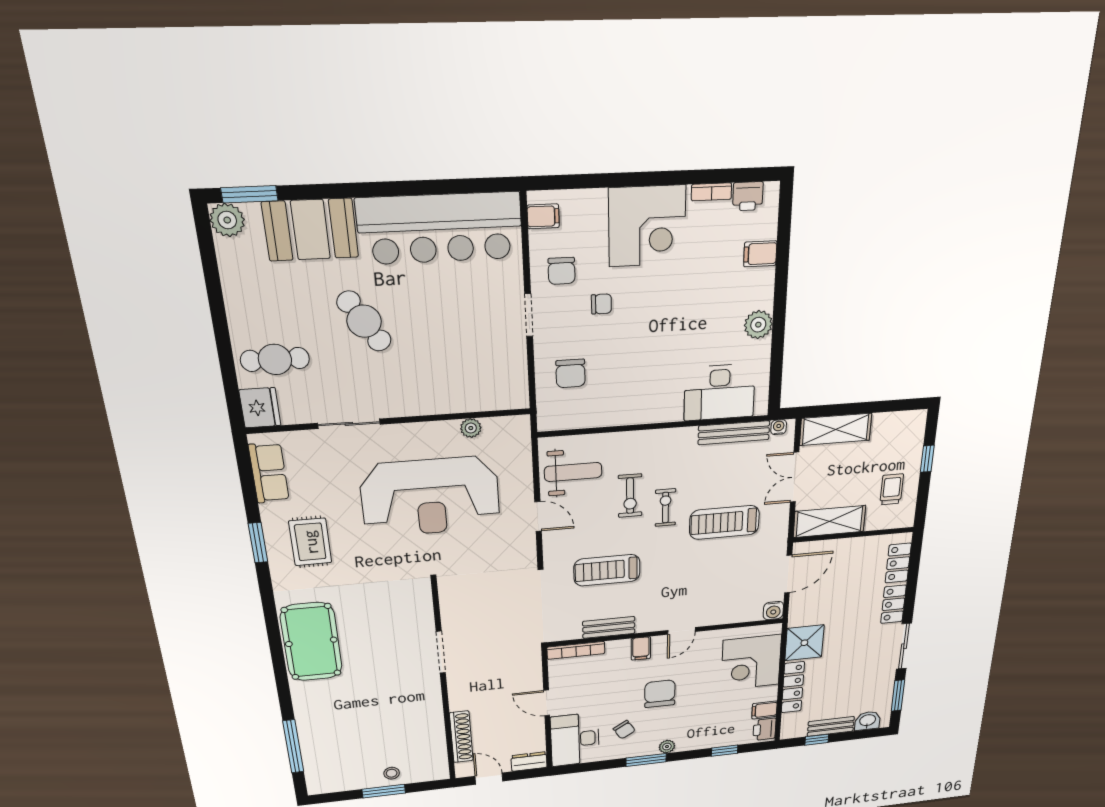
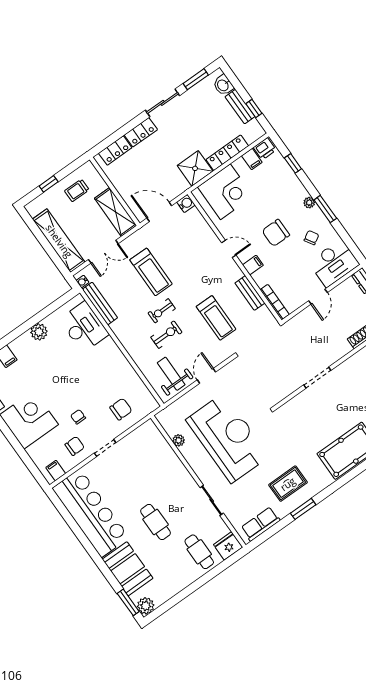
cafe table: (364, 321) -> (156, 522), turned -58
shelving: (836, 429) -> (59, 241), width x1.47

